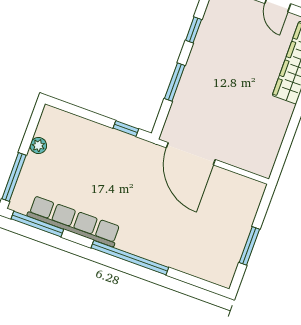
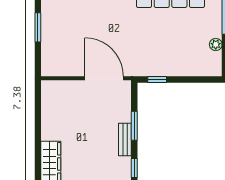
bench: (192, 69) -> (125, 140), added

